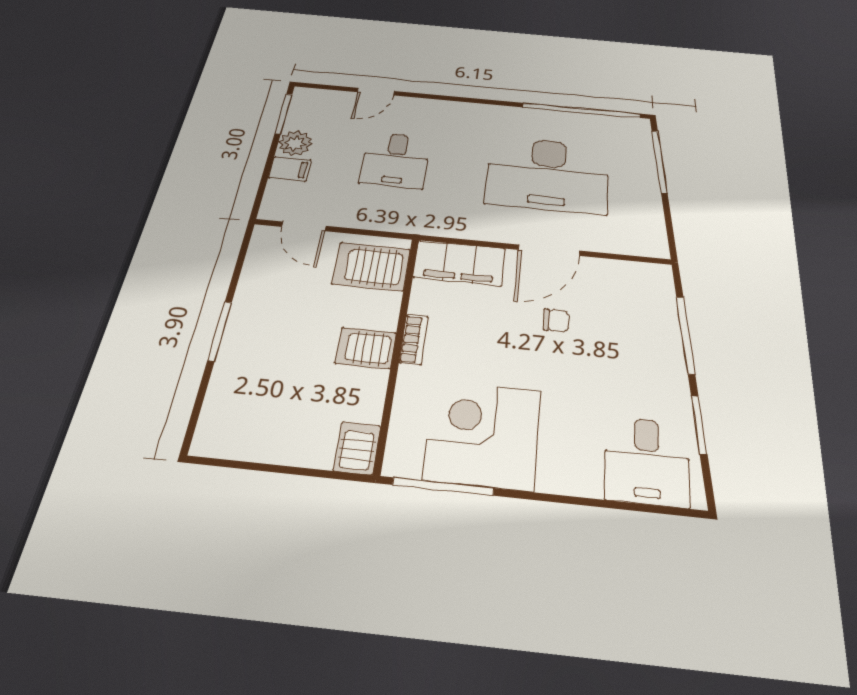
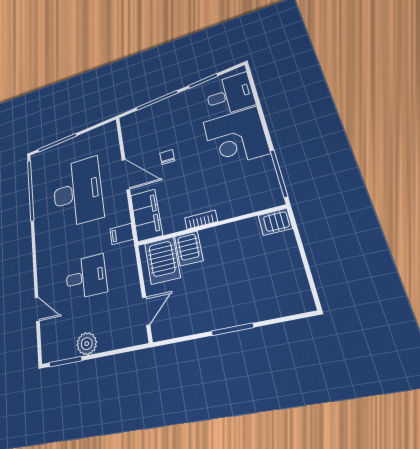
filing cabinet: (290, 169) -> (122, 234), moved, turned -90
server rack: (366, 348) -> (189, 248), moved
corner desk: (483, 434) -> (236, 137), moved

